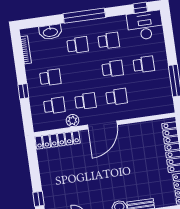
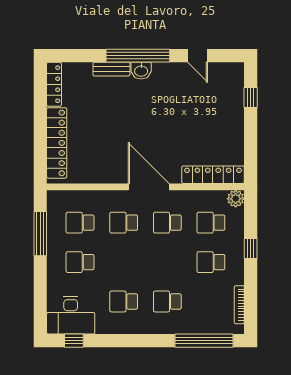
window: (84, 16) -> (204, 341), moved
washbasin: (50, 32) -> (202, 325), removed
school desk: (113, 69) -> (80, 223), moved
plant: (73, 121) -> (236, 199), moved
door: (102, 125) -> (149, 187), hinge flipped

